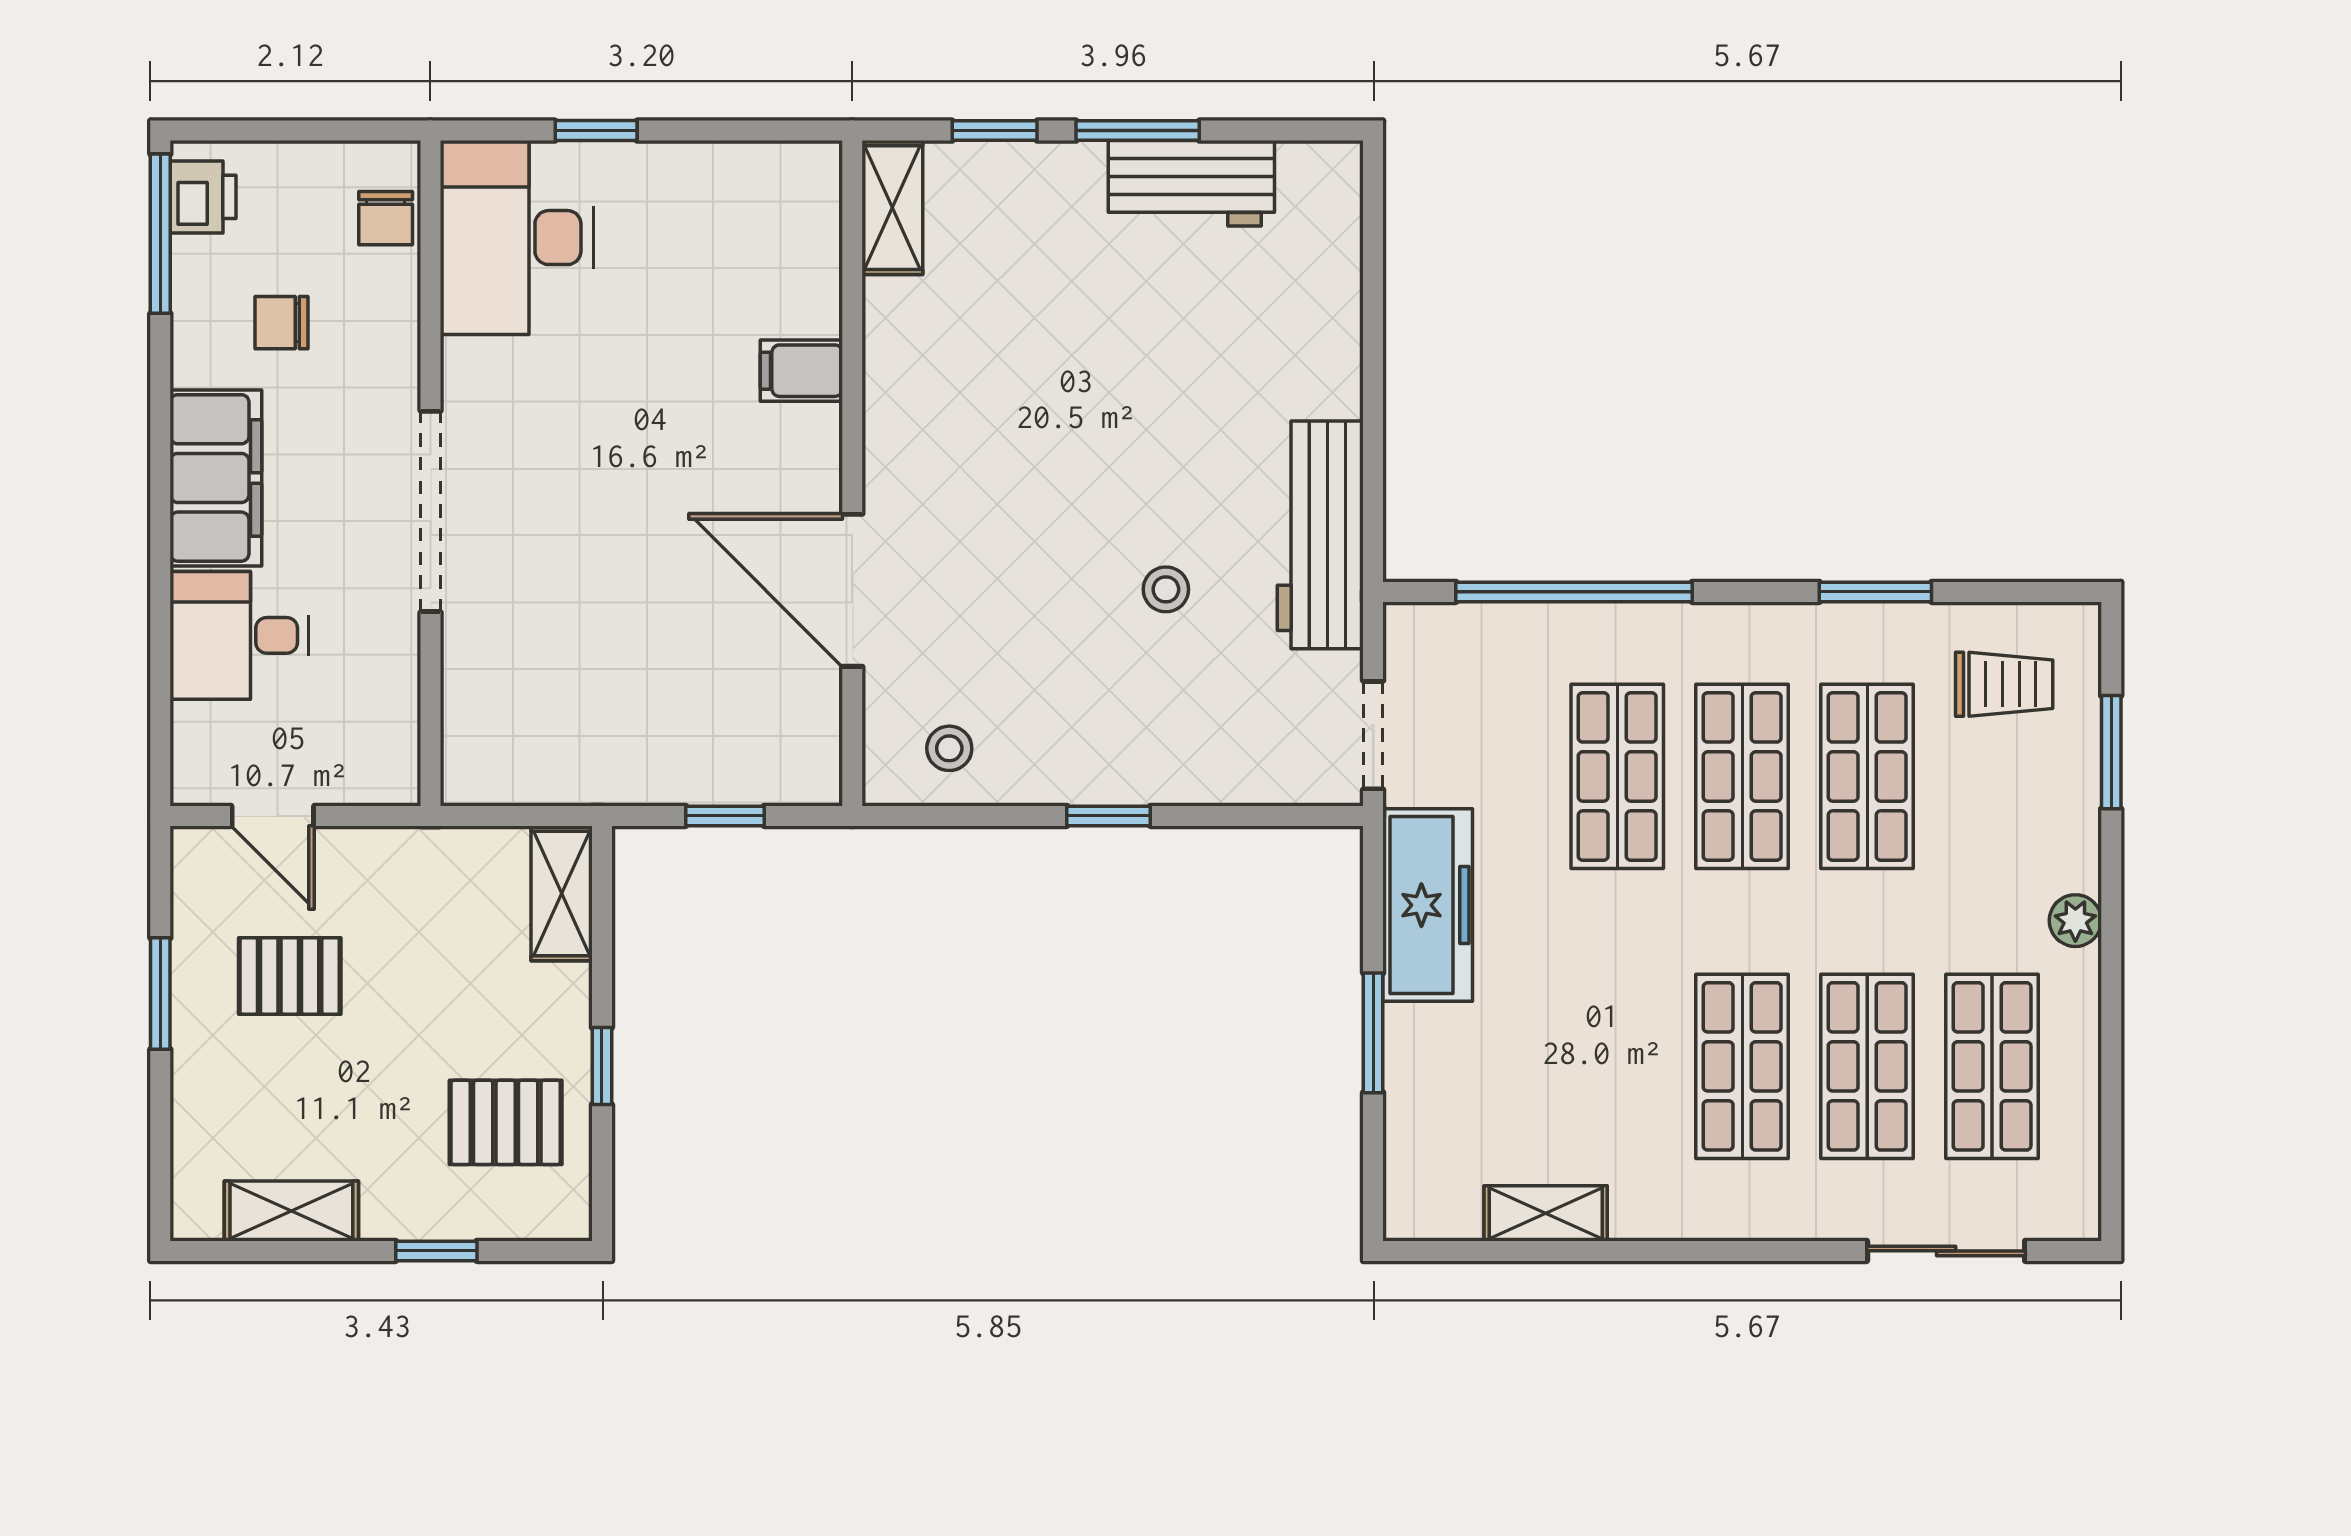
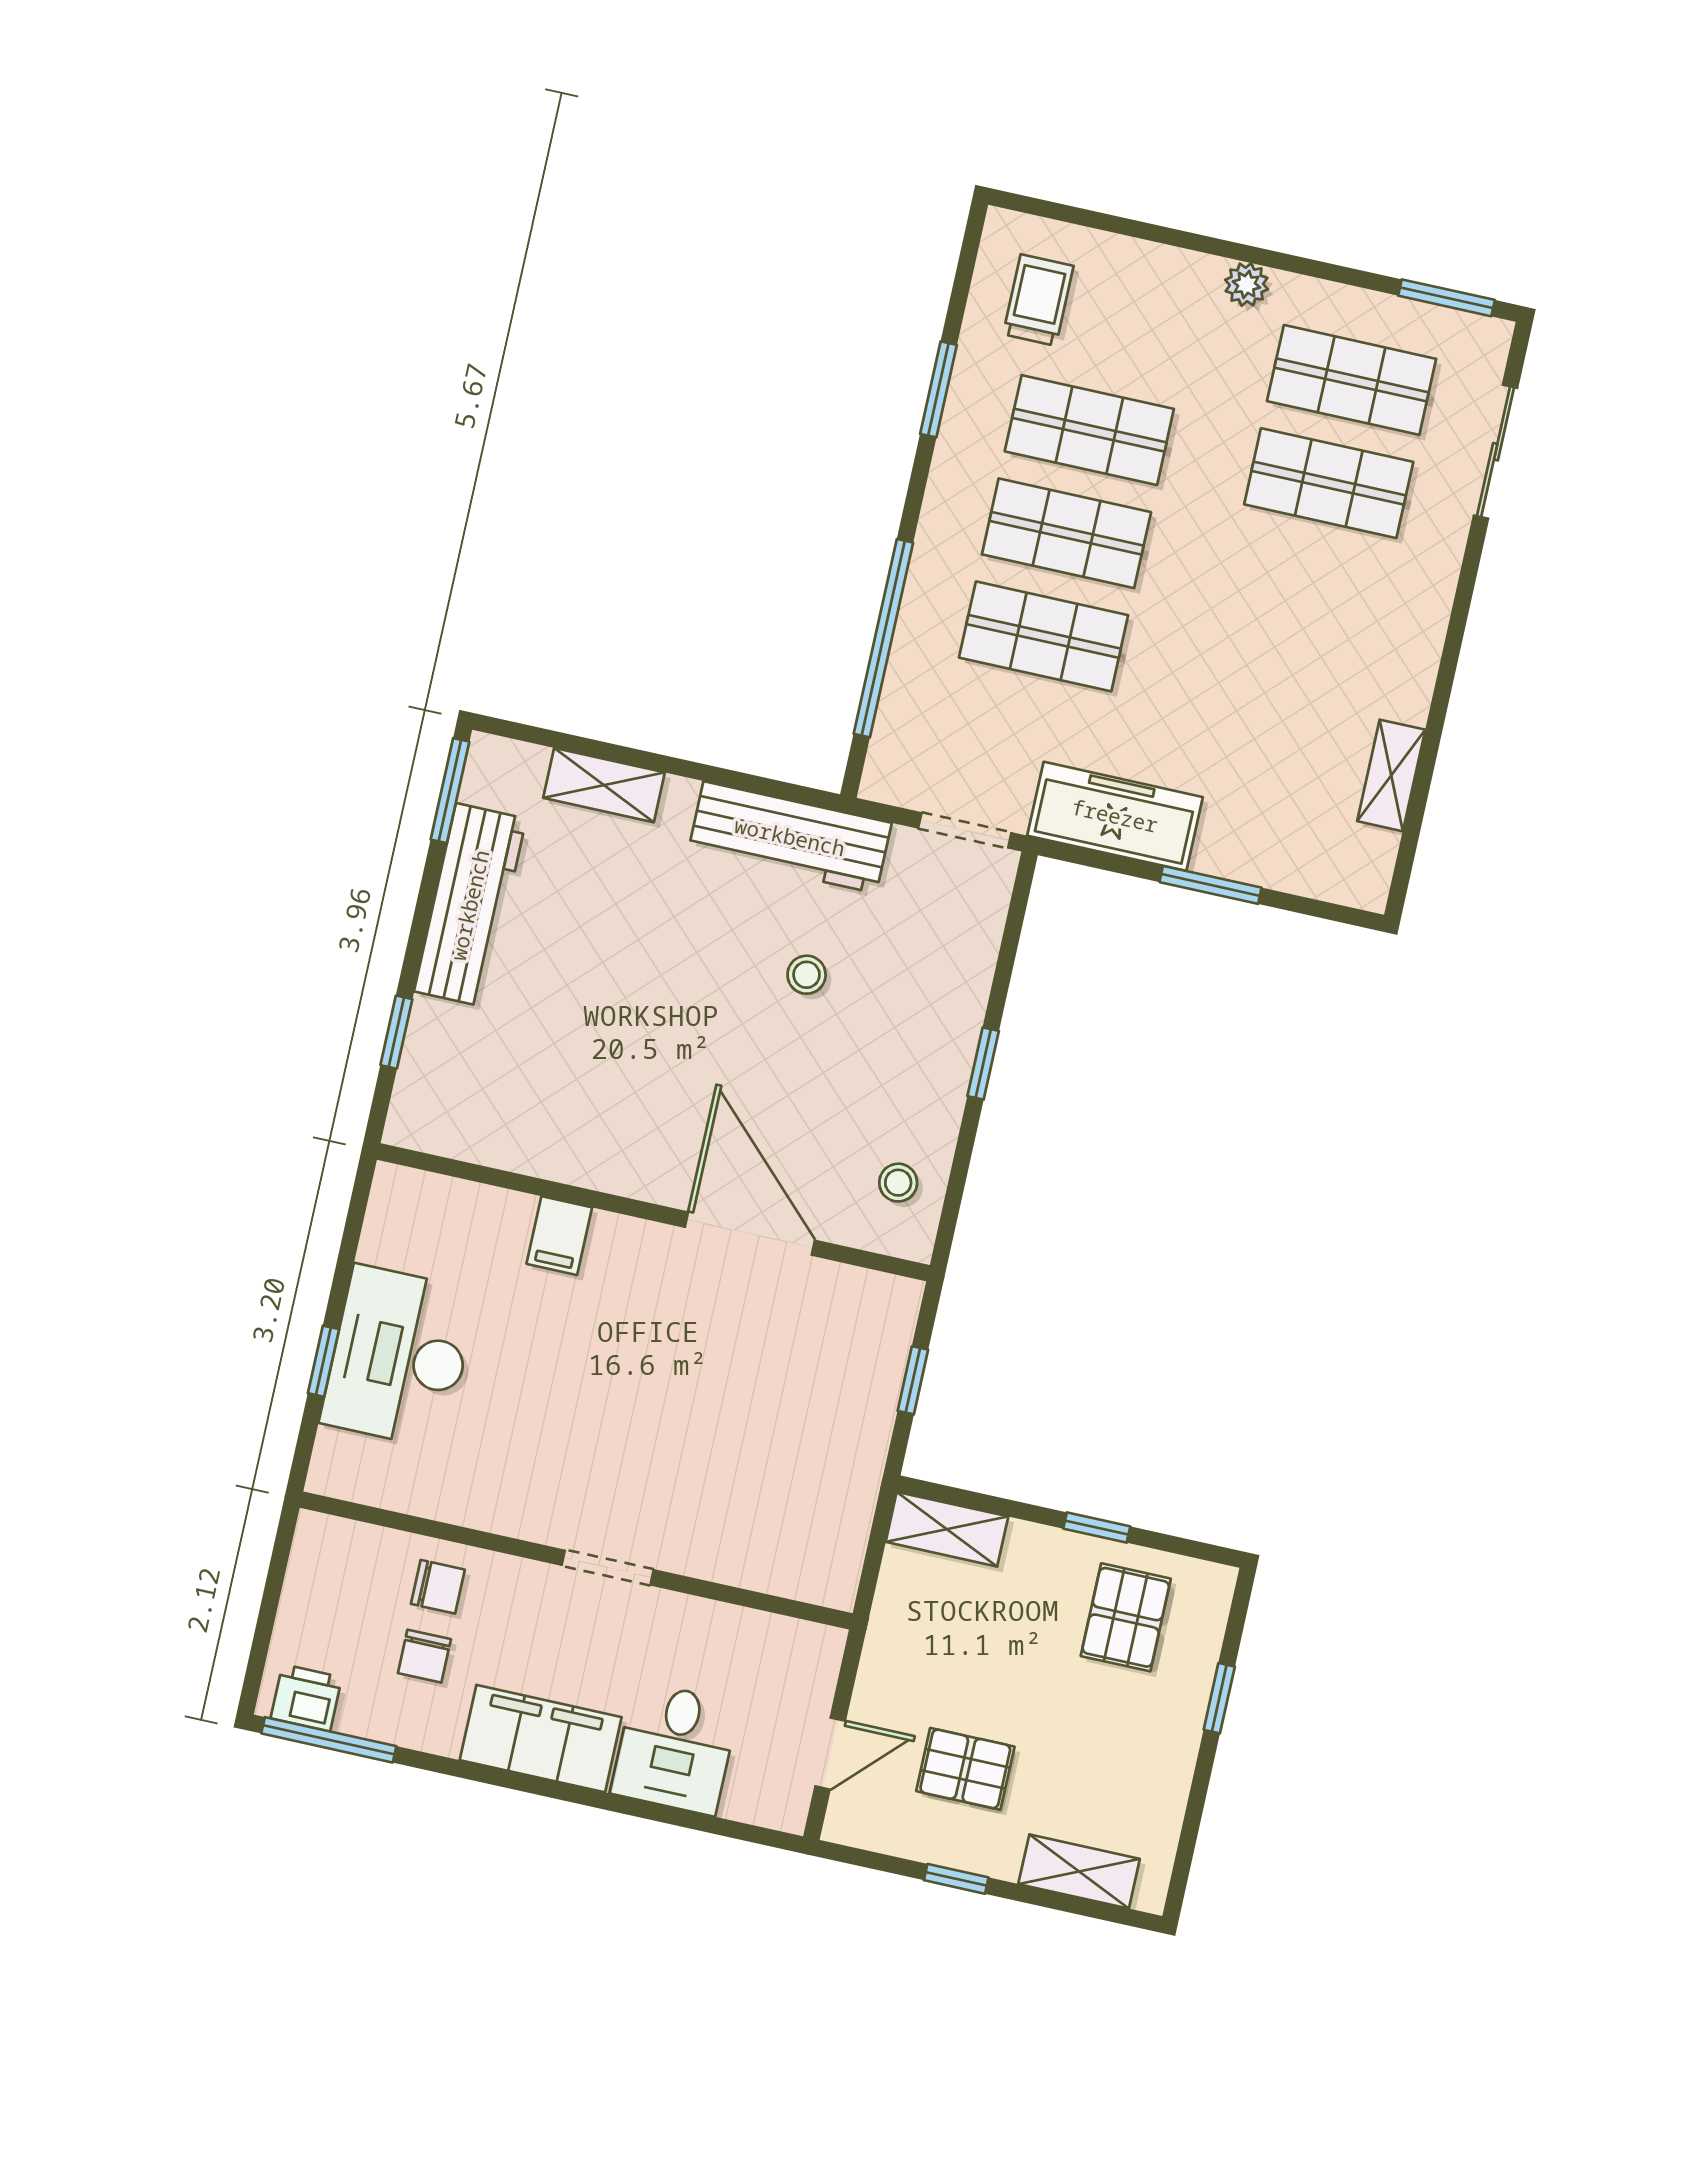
window: (1138, 131) -> (450, 791), moved
workbench: (1191, 183) -> (470, 905), width x1.38
shelving: (892, 208) -> (604, 785), moved
chair: (386, 218) -> (438, 1587), moved
desk: (517, 238) -> (399, 1357), moved, turned 90
doorway: (431, 511) -> (608, 1568), width x0.53
door: (852, 590) -> (750, 1234), swing flipped
window: (2111, 752) -> (1447, 298), moved
pallet: (290, 976) -> (965, 1769), turned 90
window: (160, 994) -> (956, 1879), width x0.67
shop shelf: (1742, 1066) -> (1306, 586), removed
shelving: (291, 1211) -> (1079, 1871), moved, turned 90

